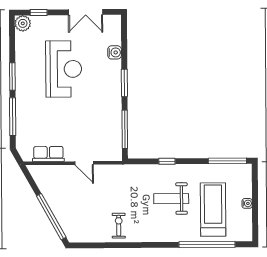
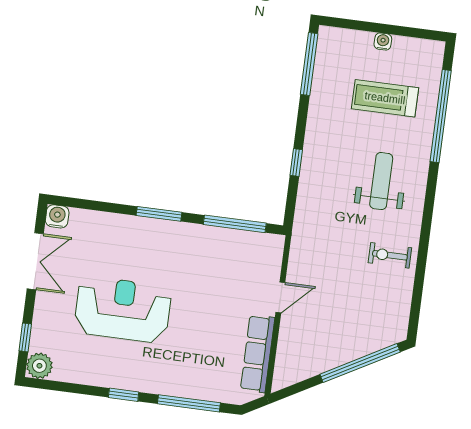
water cooler: (115, 52) -> (57, 216), moved
window: (12, 77) -> (124, 395), width x0.67
row of seats: (48, 154) -> (258, 354), width x1.48
weight bench: (171, 199) -> (381, 181), moved, turned 180
treadmill: (213, 209) -> (385, 98), width x0.73, depth x0.73

